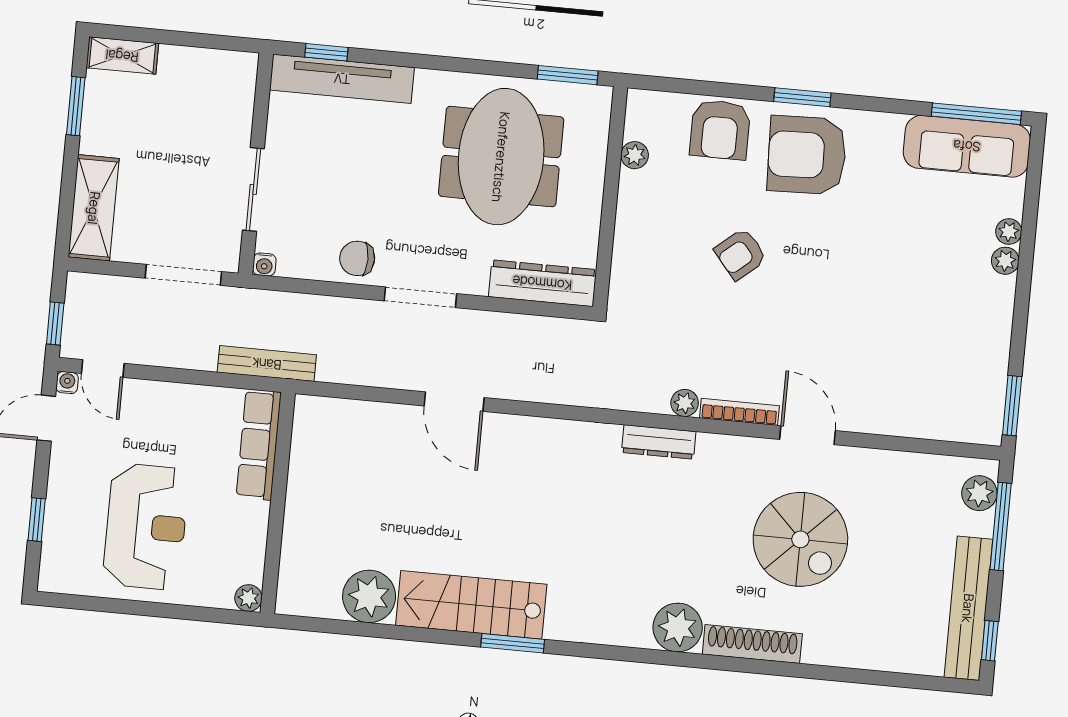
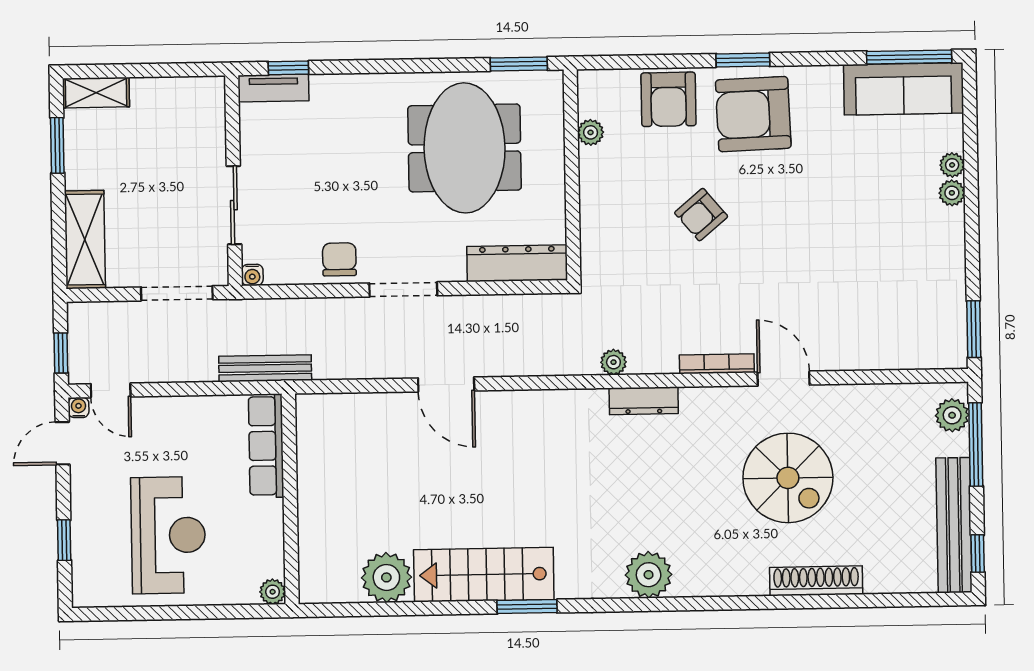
tv unit: (342, 79) -> (273, 88), width x0.52, depth x0.78
chair: (357, 258) -> (339, 259), turned 90
plant: (685, 403) -> (613, 362), moved
plant: (678, 627) -> (649, 575), moved
shoe rack: (752, 644) -> (816, 581), moved

